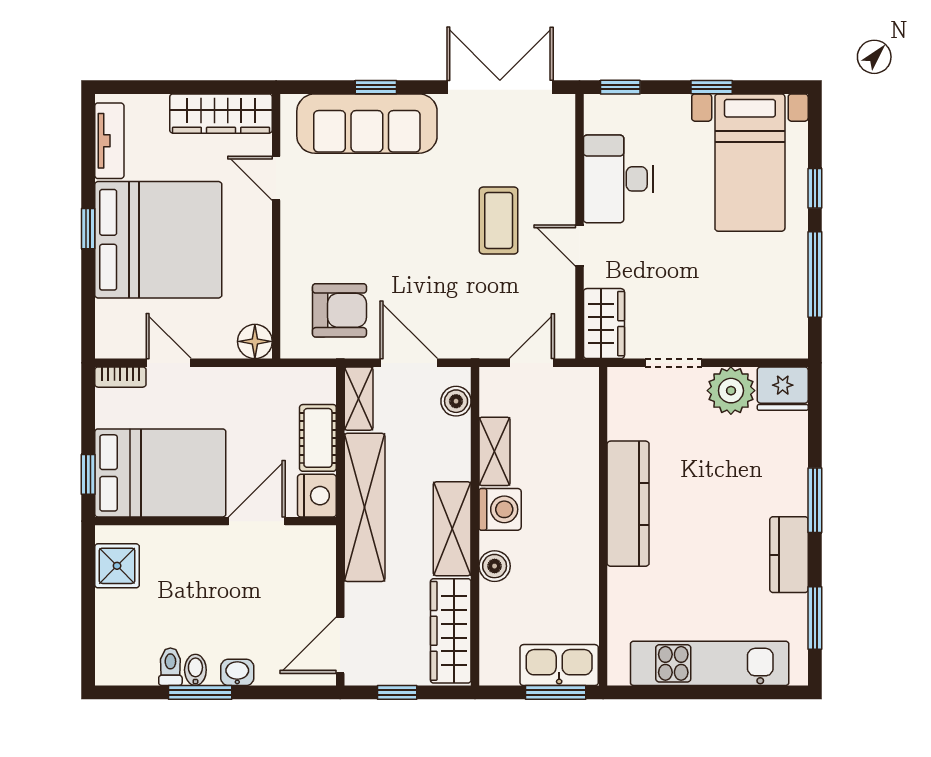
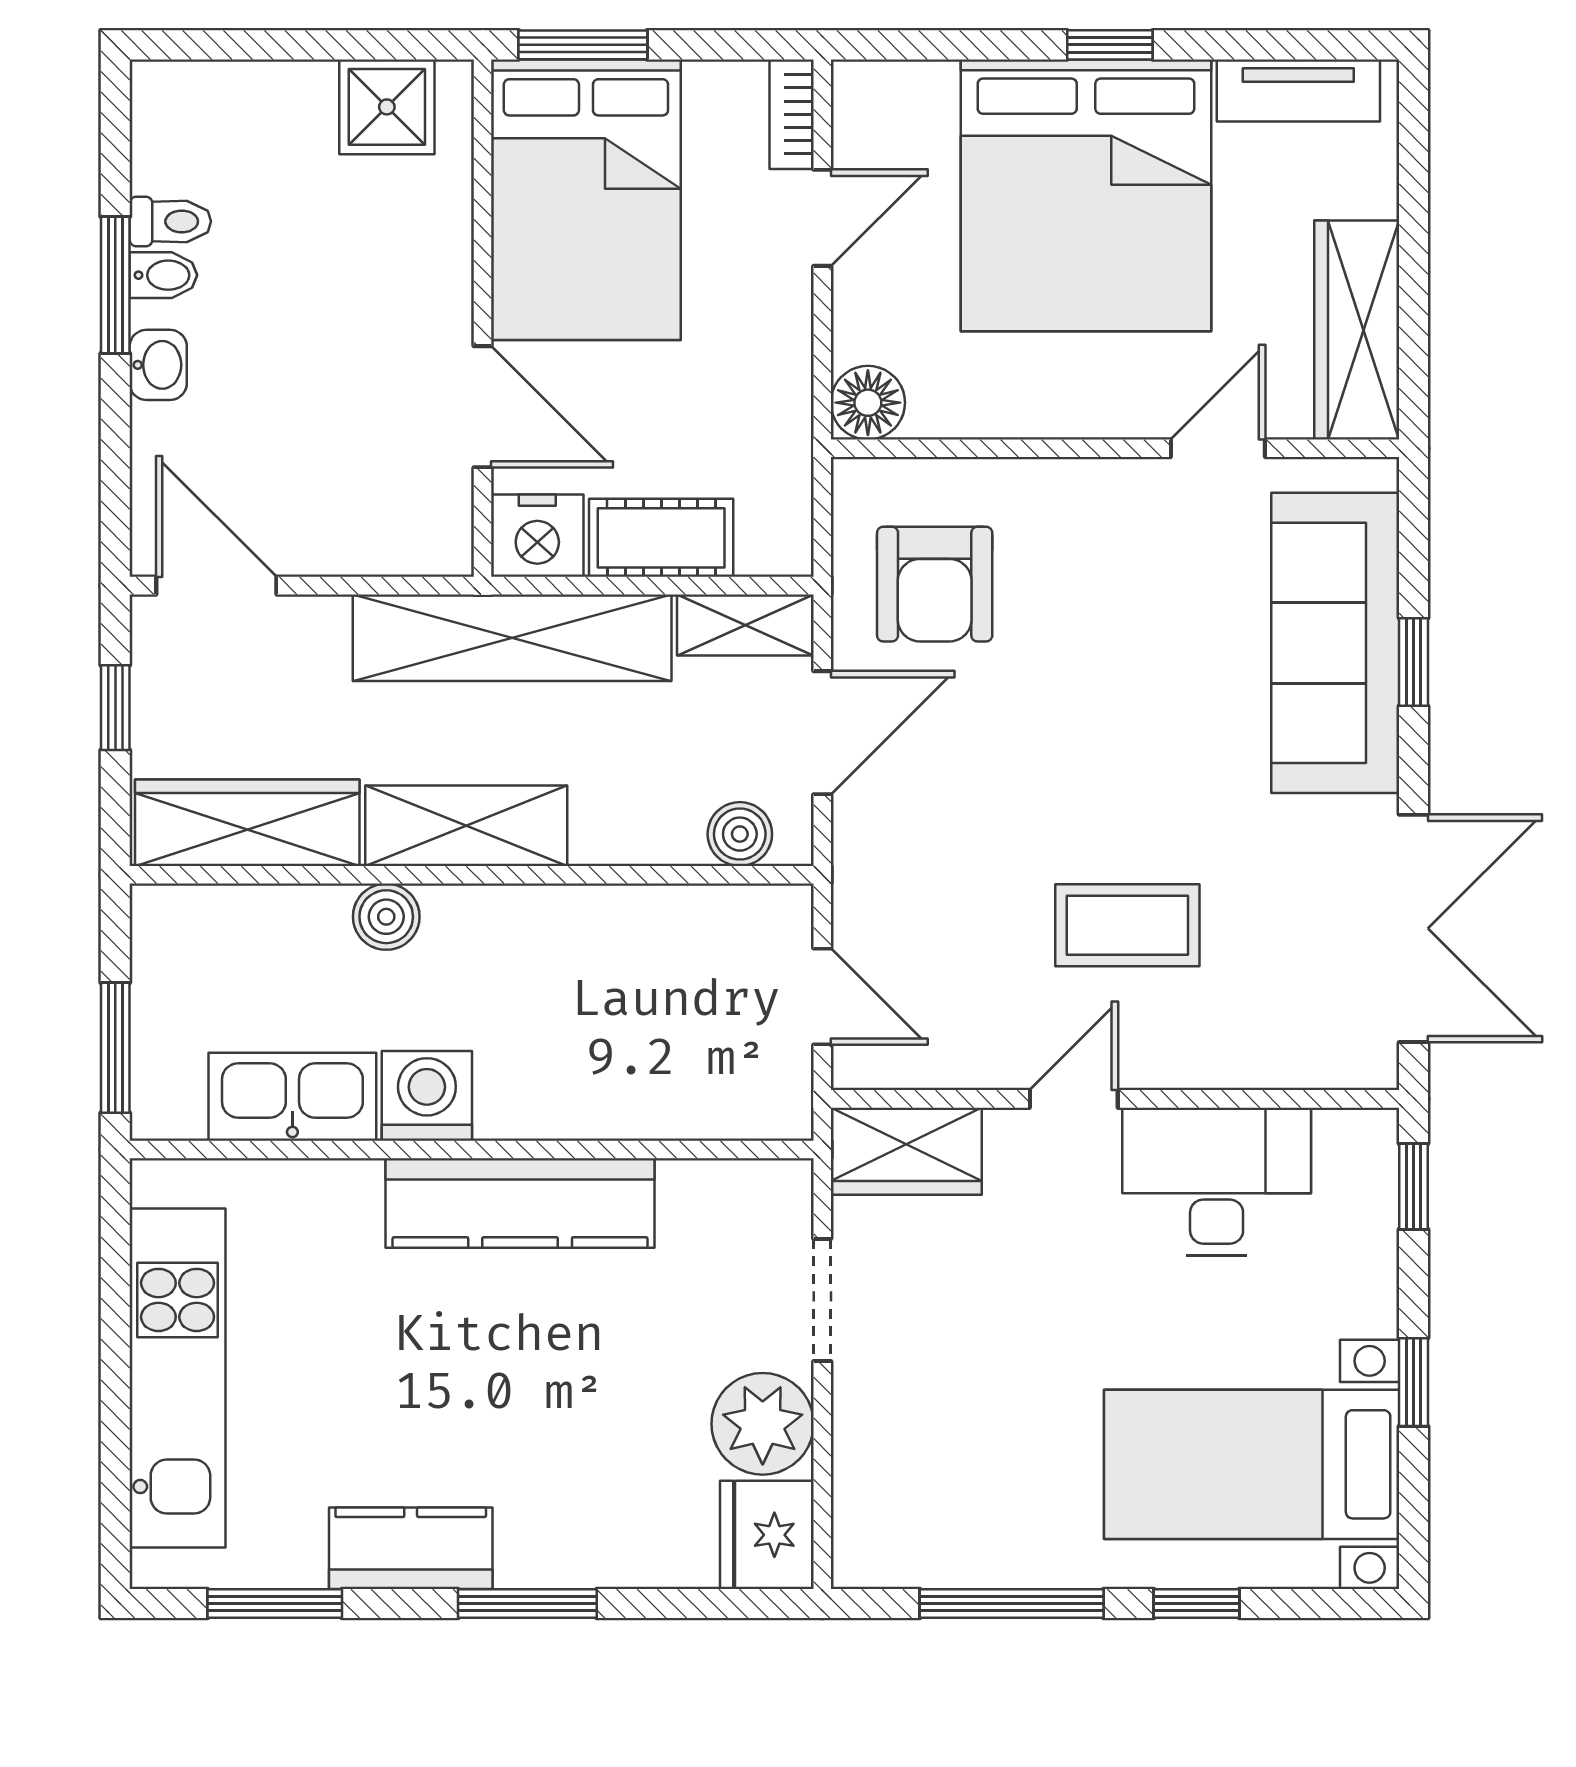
shelving: (495, 451) -> (632, 917), removed
window: (88, 474) -> (583, 45), width x1.50
washing machine: (500, 509) -> (427, 1096), moved, turned 180
kitchen sink: (559, 665) -> (292, 1097), moved, turned -90

